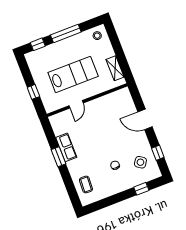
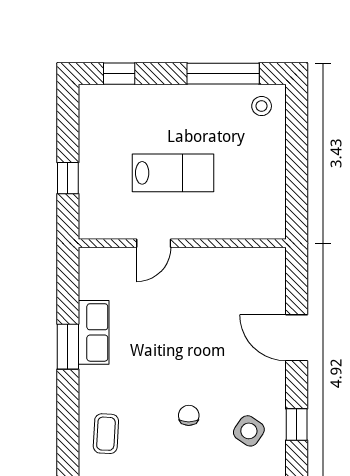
window: (66, 33) -> (223, 74), moved
shelving: (115, 68) -> (273, 195), removed
lab bench: (73, 74) -> (173, 173), width x0.73, depth x0.72

